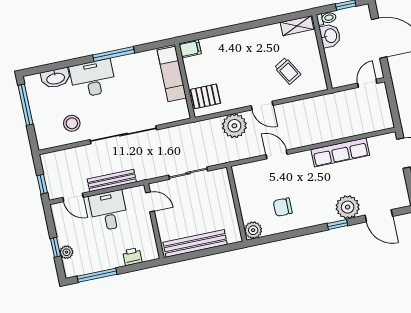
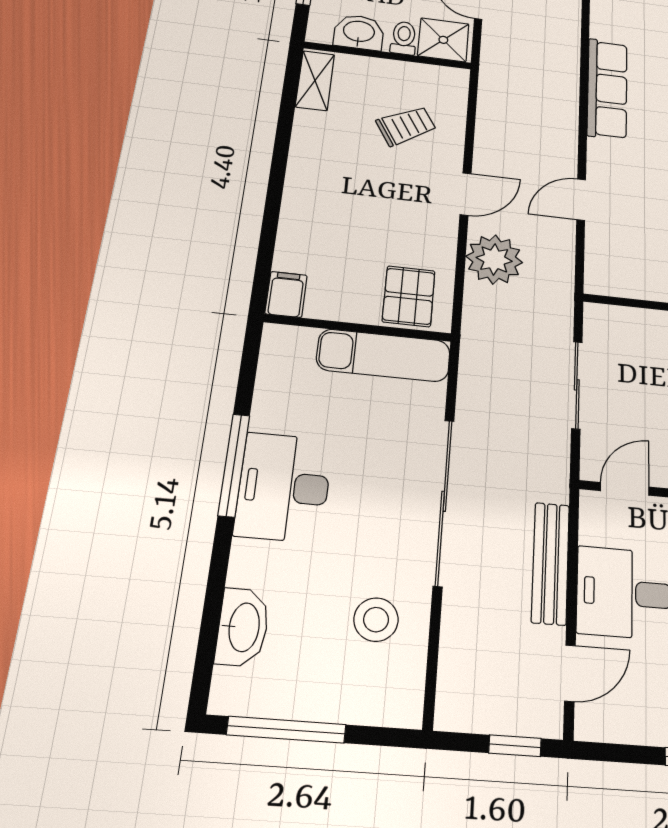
toilet: (326, 18) -> (404, 38), moved
shower: (340, 73) -> (443, 40), added
exam couch: (172, 74) -> (384, 355), moved
desk: (93, 79) -> (284, 487), moved

